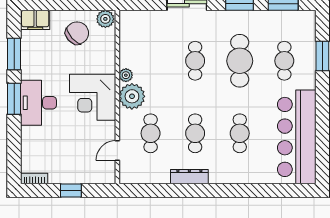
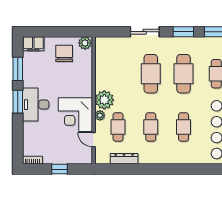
chair: (77, 33) -> (64, 53), turned -49
cafe table: (195, 61) -> (151, 74), width x1.37, depth x1.35
plant: (126, 75) -> (100, 115), moved
corner desk: (93, 97) -> (75, 115), moved
door: (117, 150) -> (94, 140), hinge flipped
dresser: (189, 177) -> (124, 159), moved

